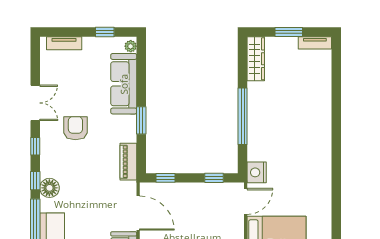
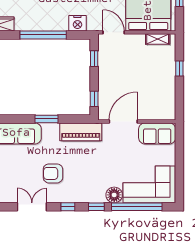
piano: (128, 162) -> (81, 132), width x1.37, depth x1.33
nightstand: (257, 172) -> (77, 23), moved
floor lamp: (49, 188) -> (114, 195), moved

